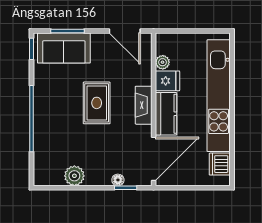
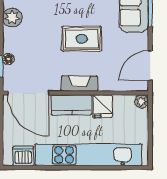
plant: (163, 62) -> (142, 101), moved

